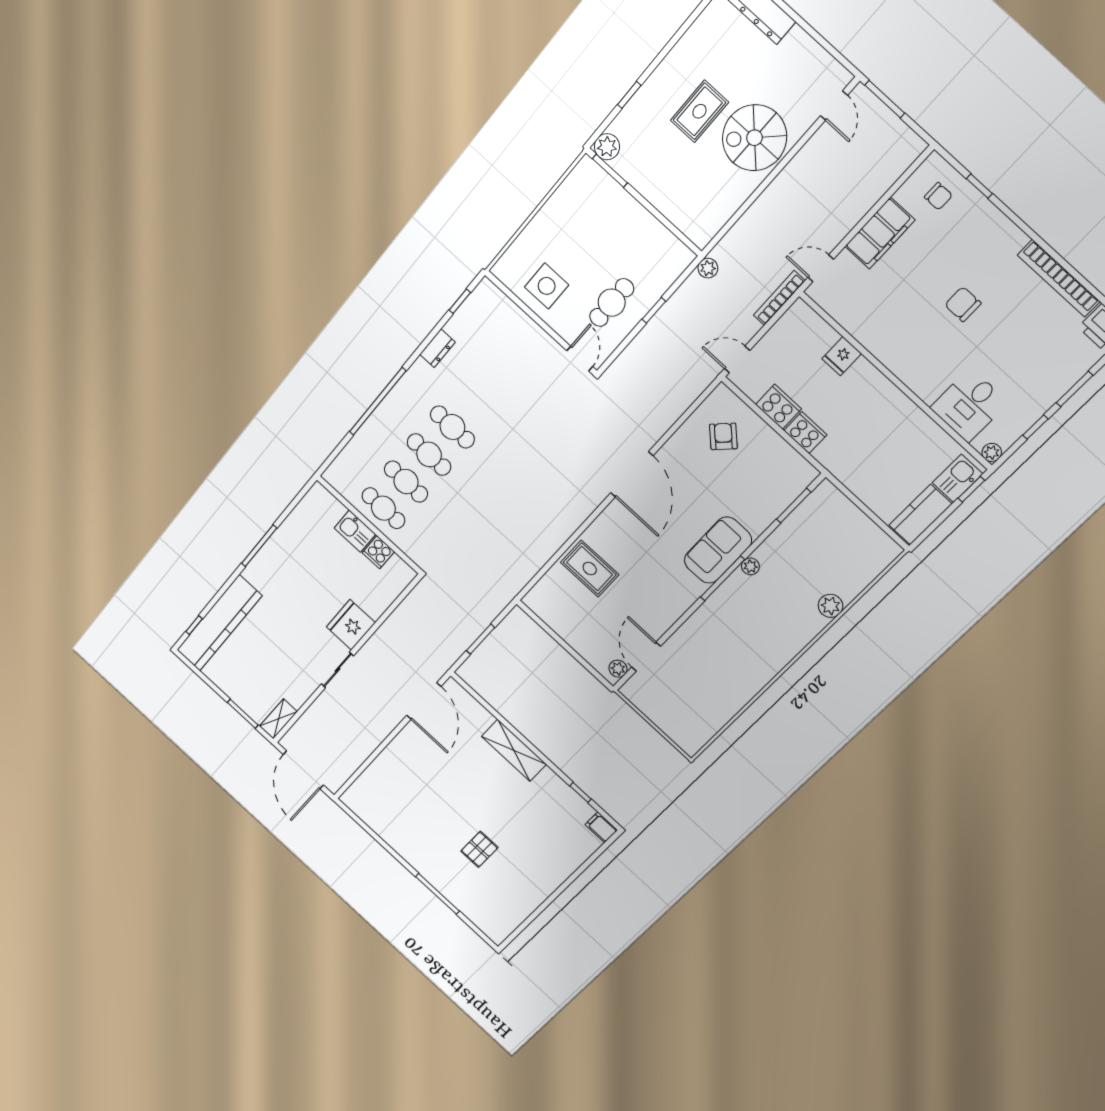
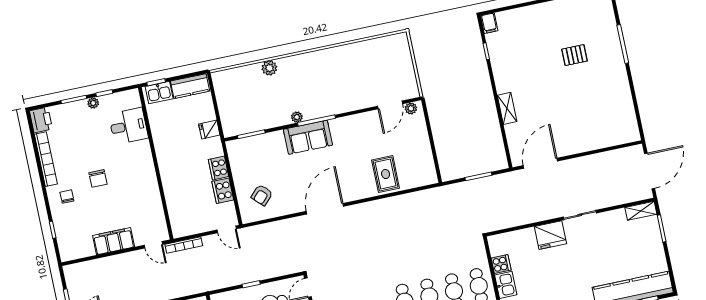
chair: (938, 196) -> (67, 197), moved
plant: (708, 268) -> (209, 285), removed
fridge: (842, 356) -> (209, 129), moved, turned 180
plant: (992, 452) -> (93, 103), moved
shelving: (514, 750) -> (507, 108), width x0.67, depth x0.75

